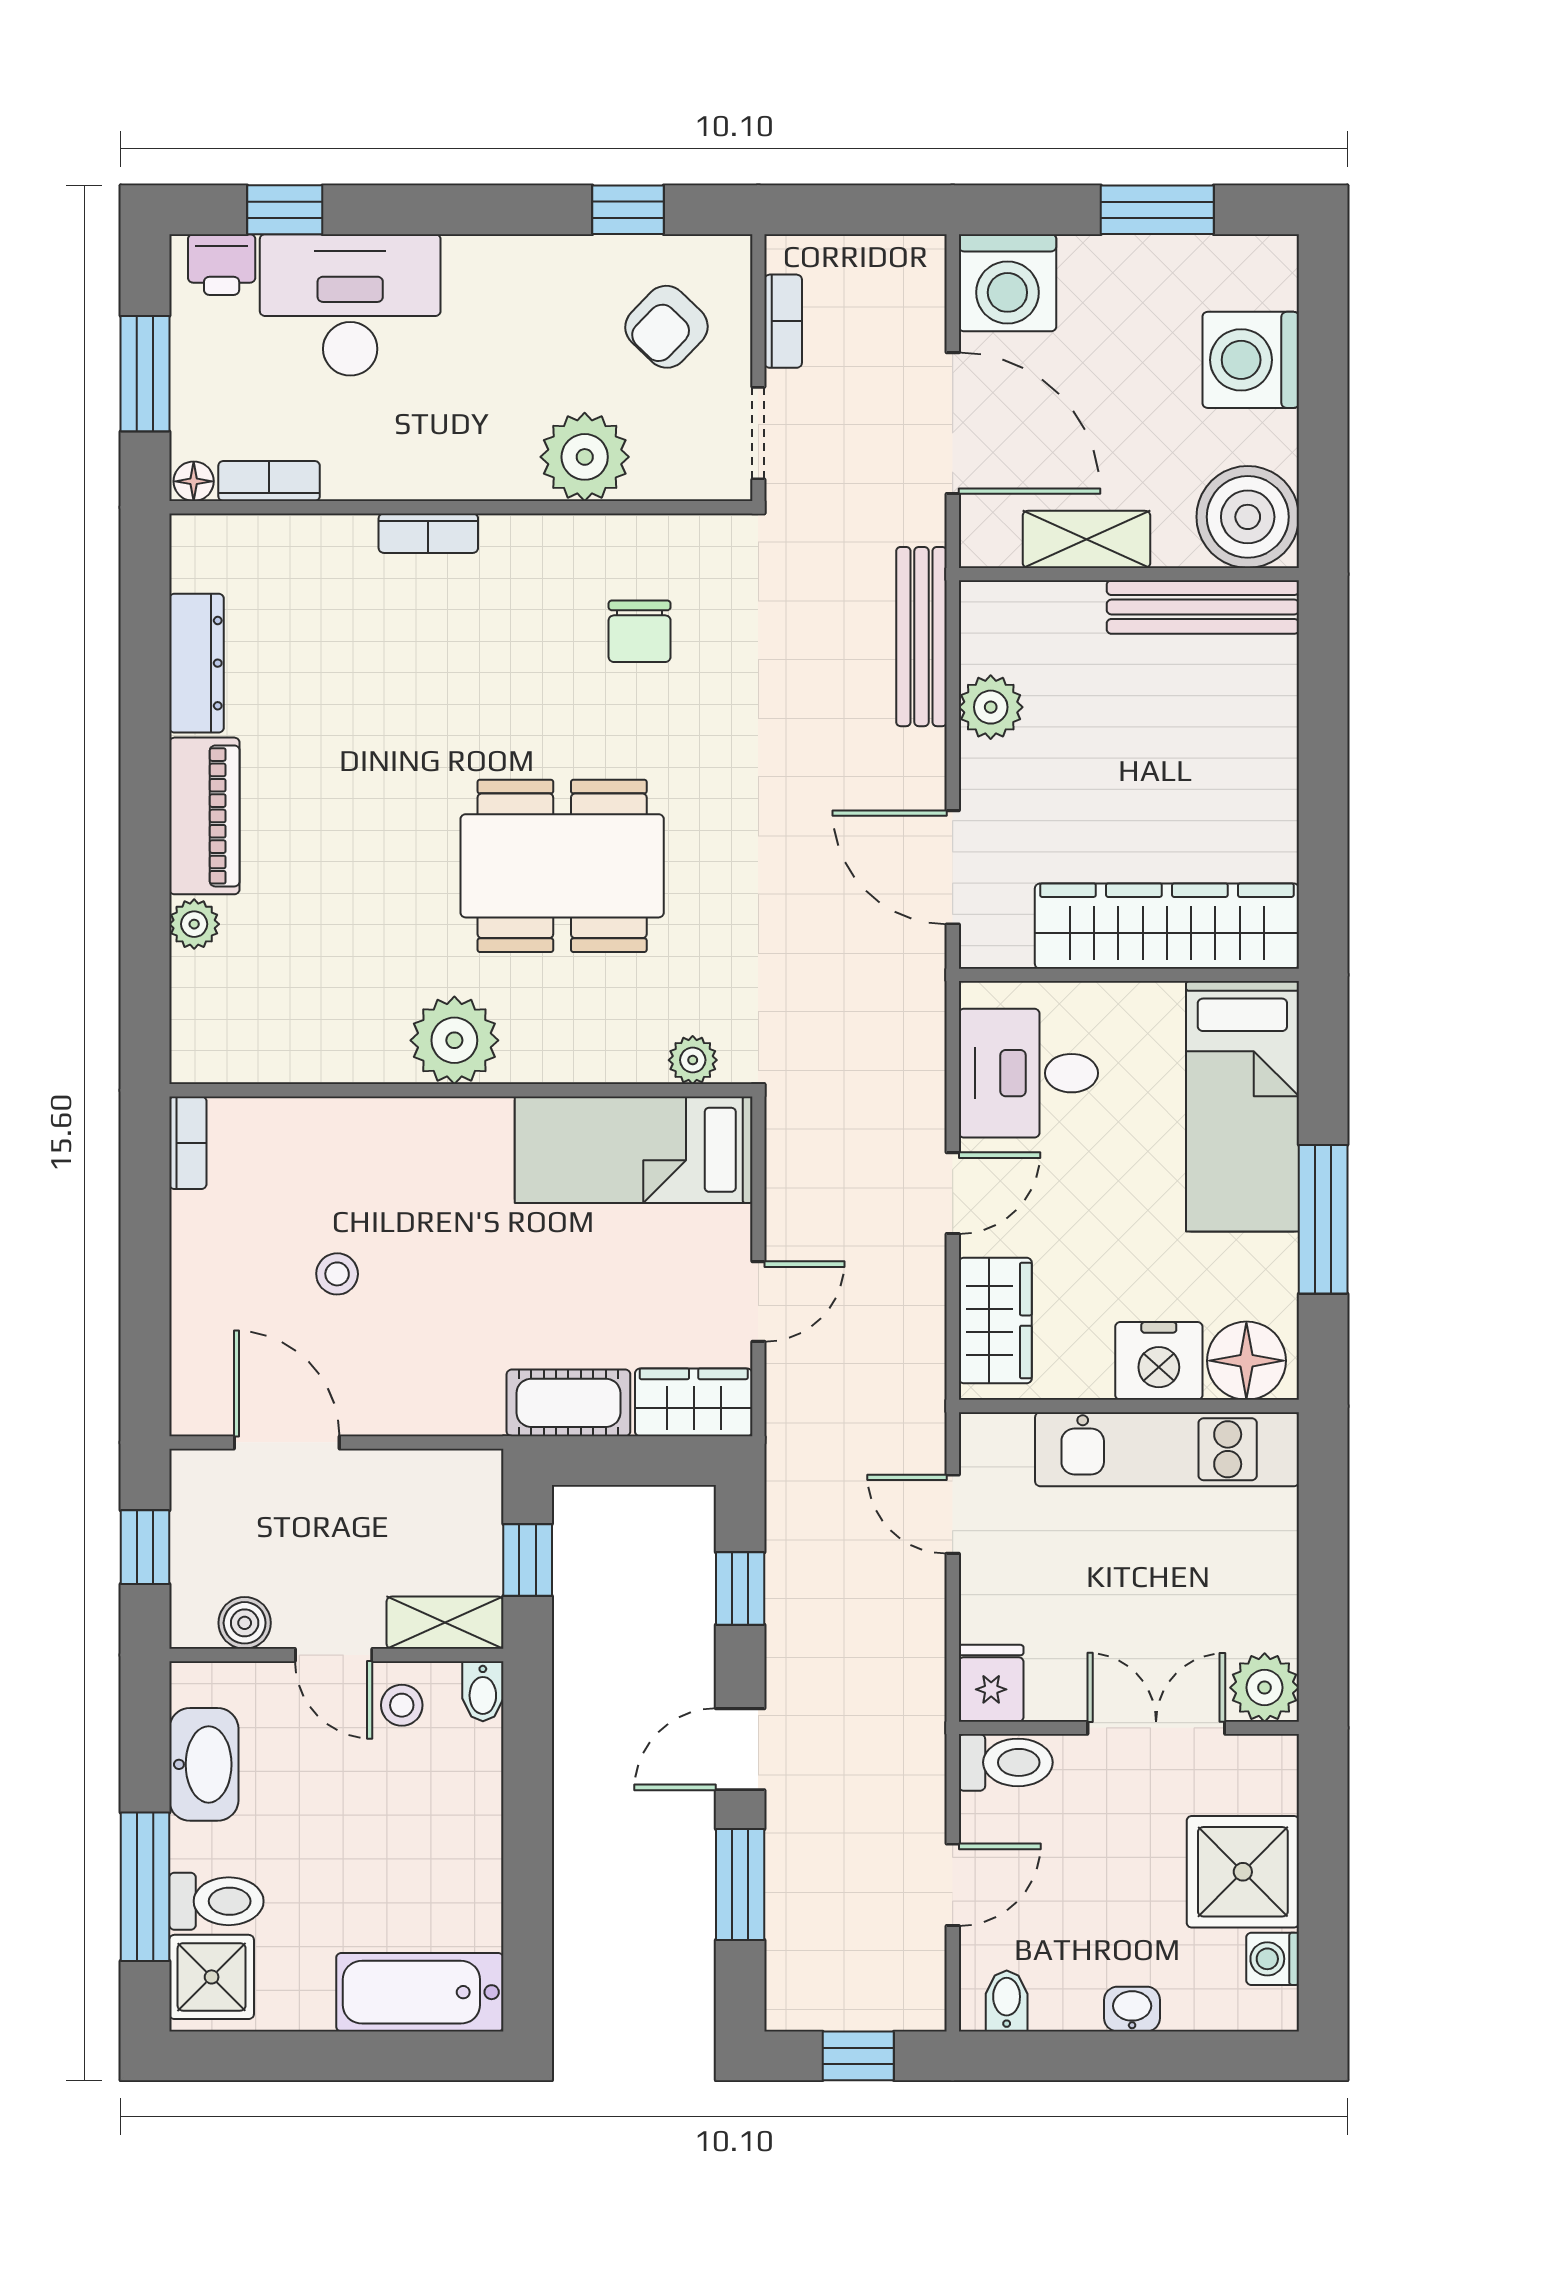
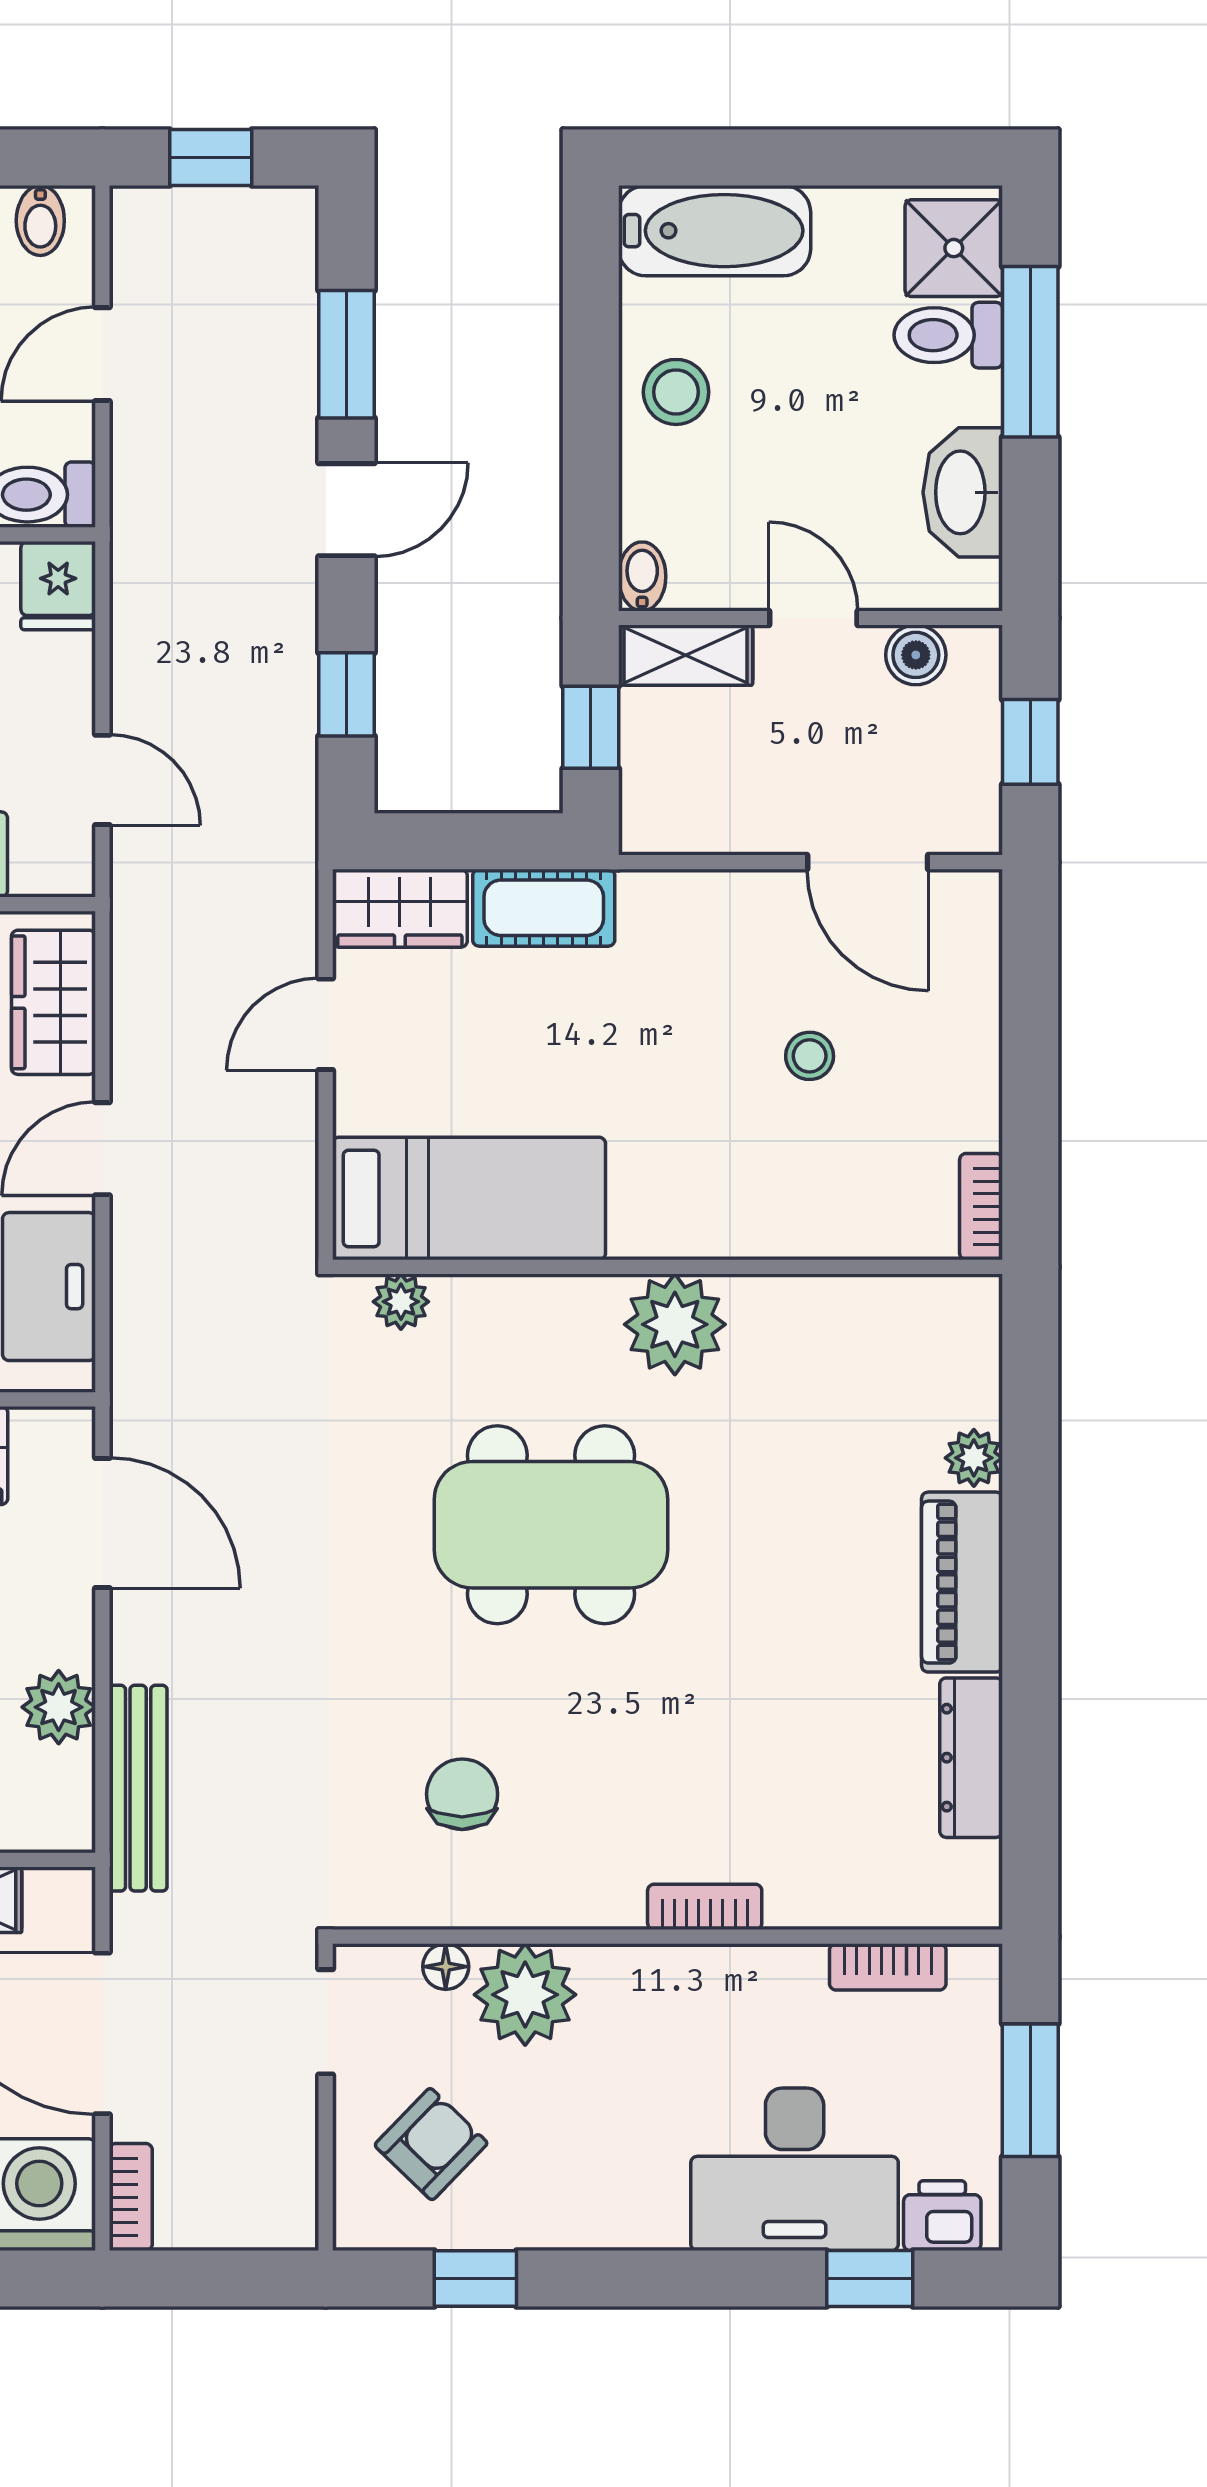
bookcase: (783, 321) -> (131, 2197), moved, turned 180
floor lamp: (194, 481) -> (446, 1967), moved
stool: (402, 1705) -> (676, 392), moved, width x1.37, depth x1.37

